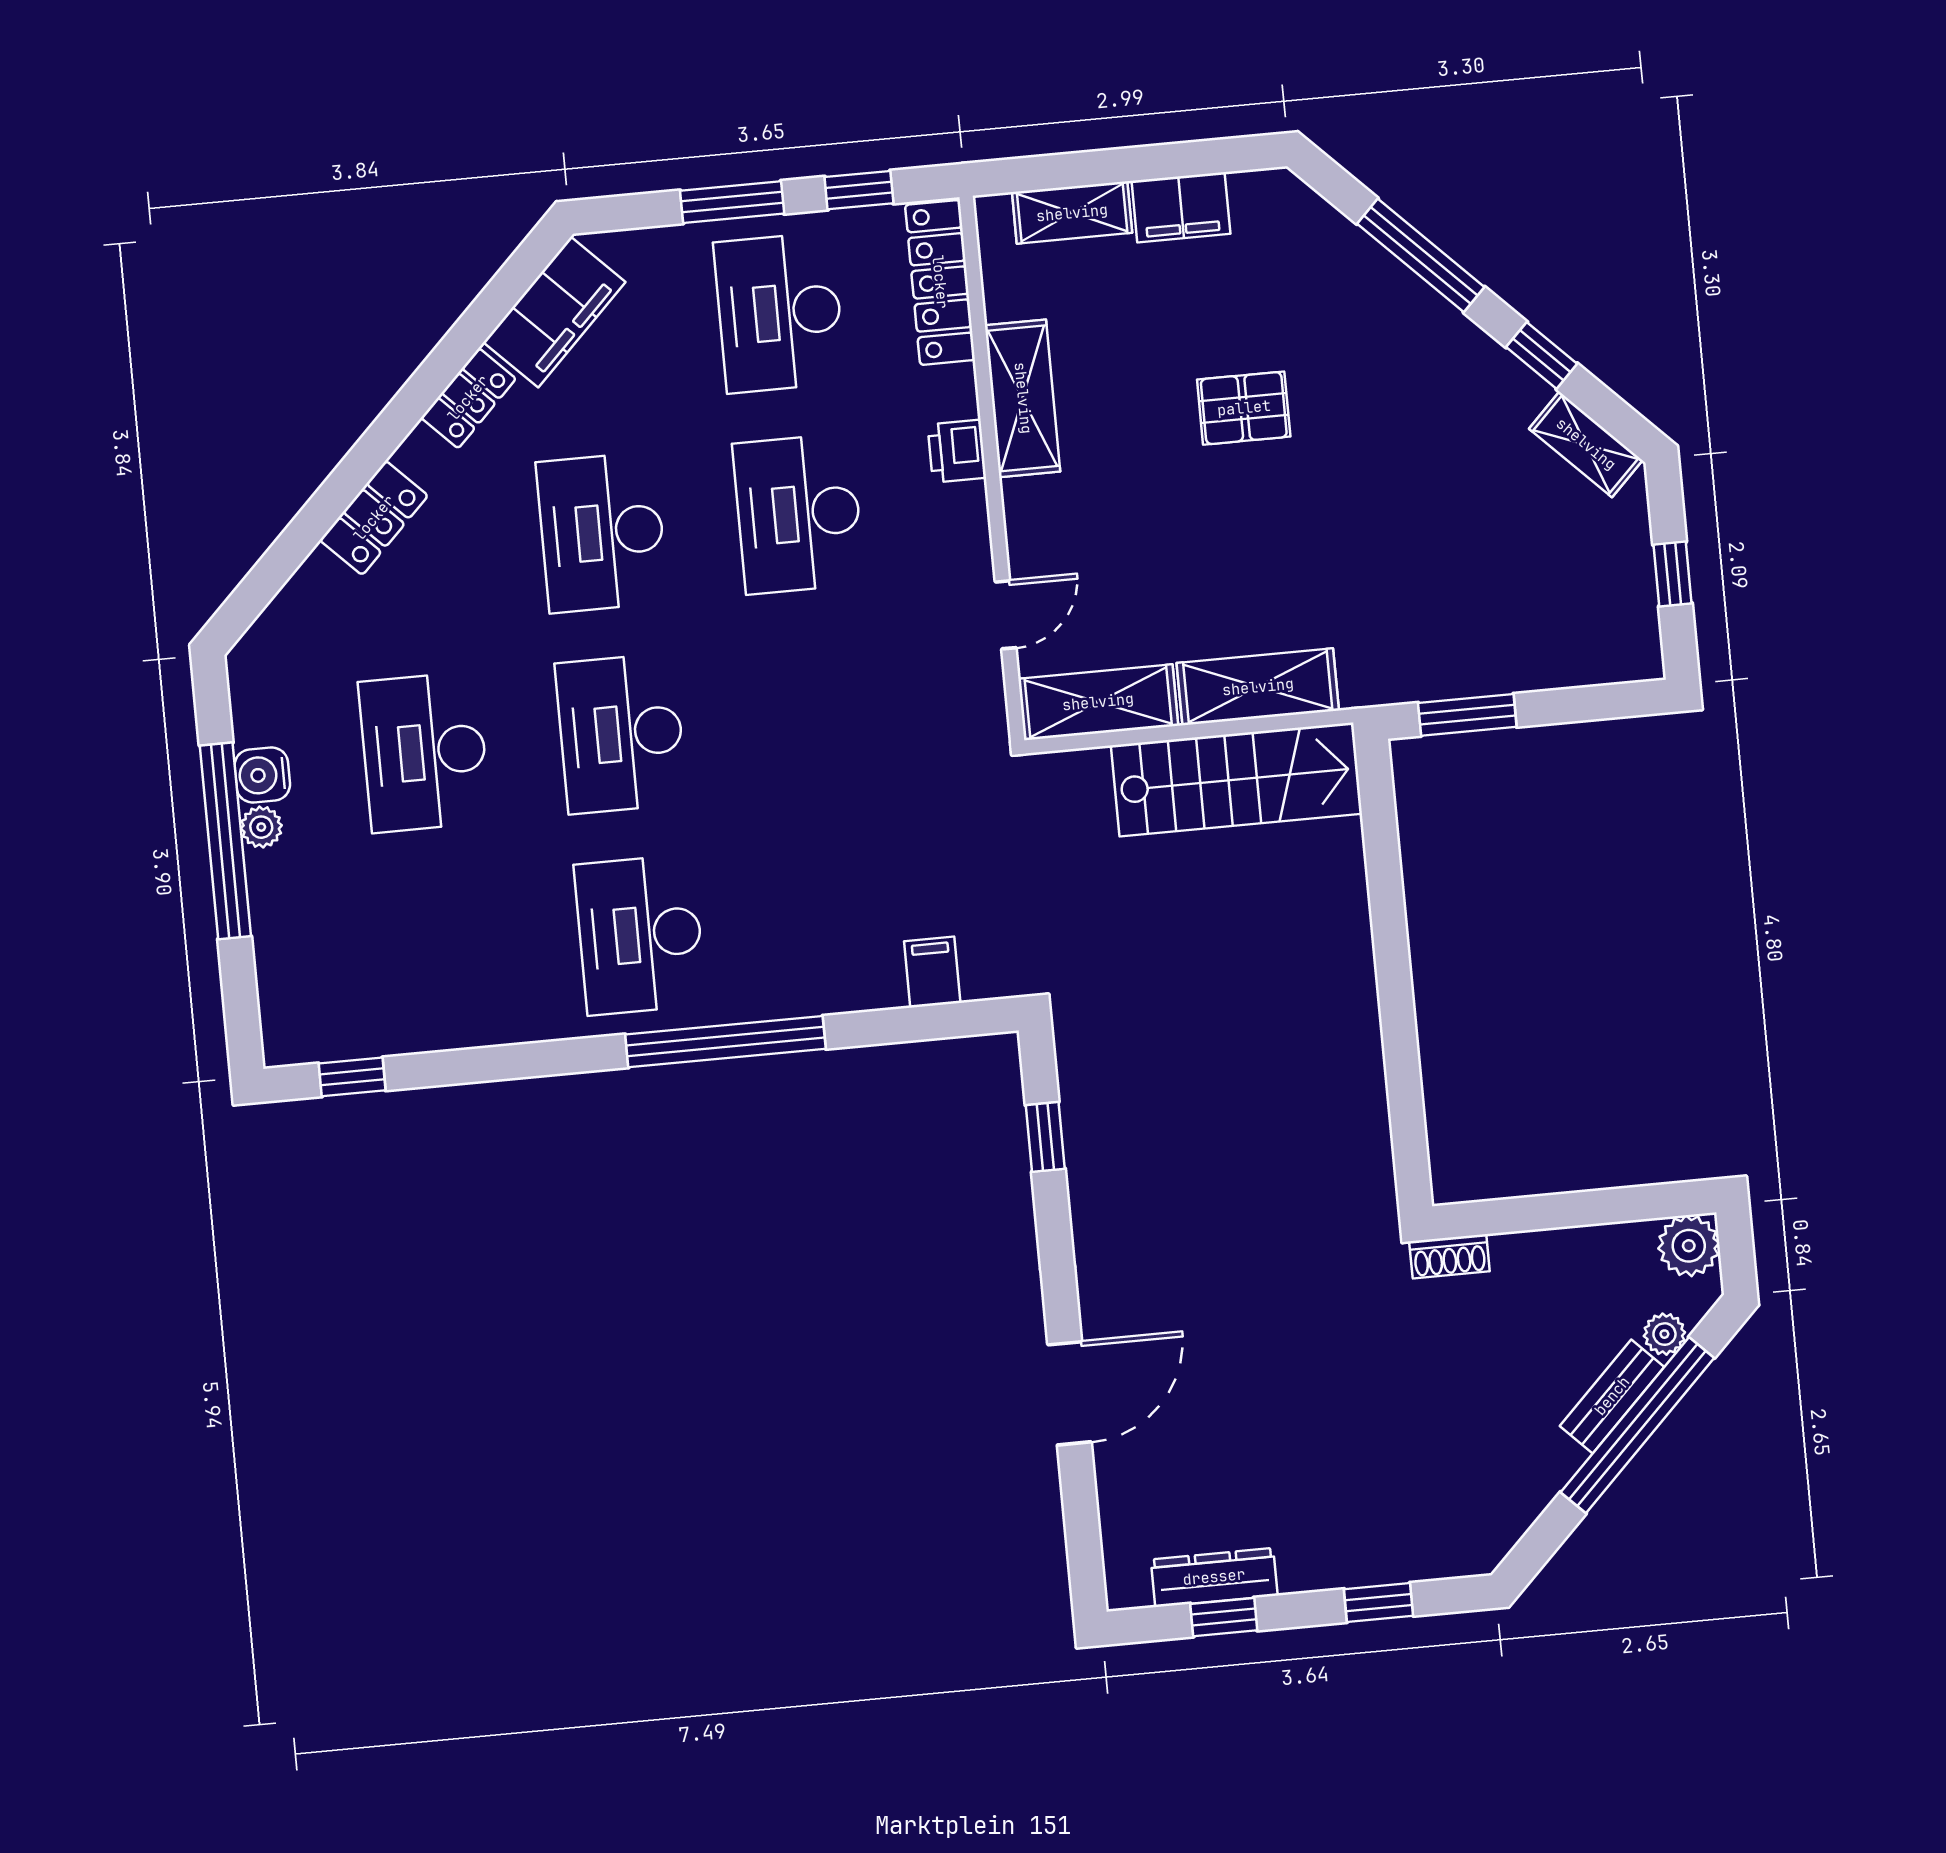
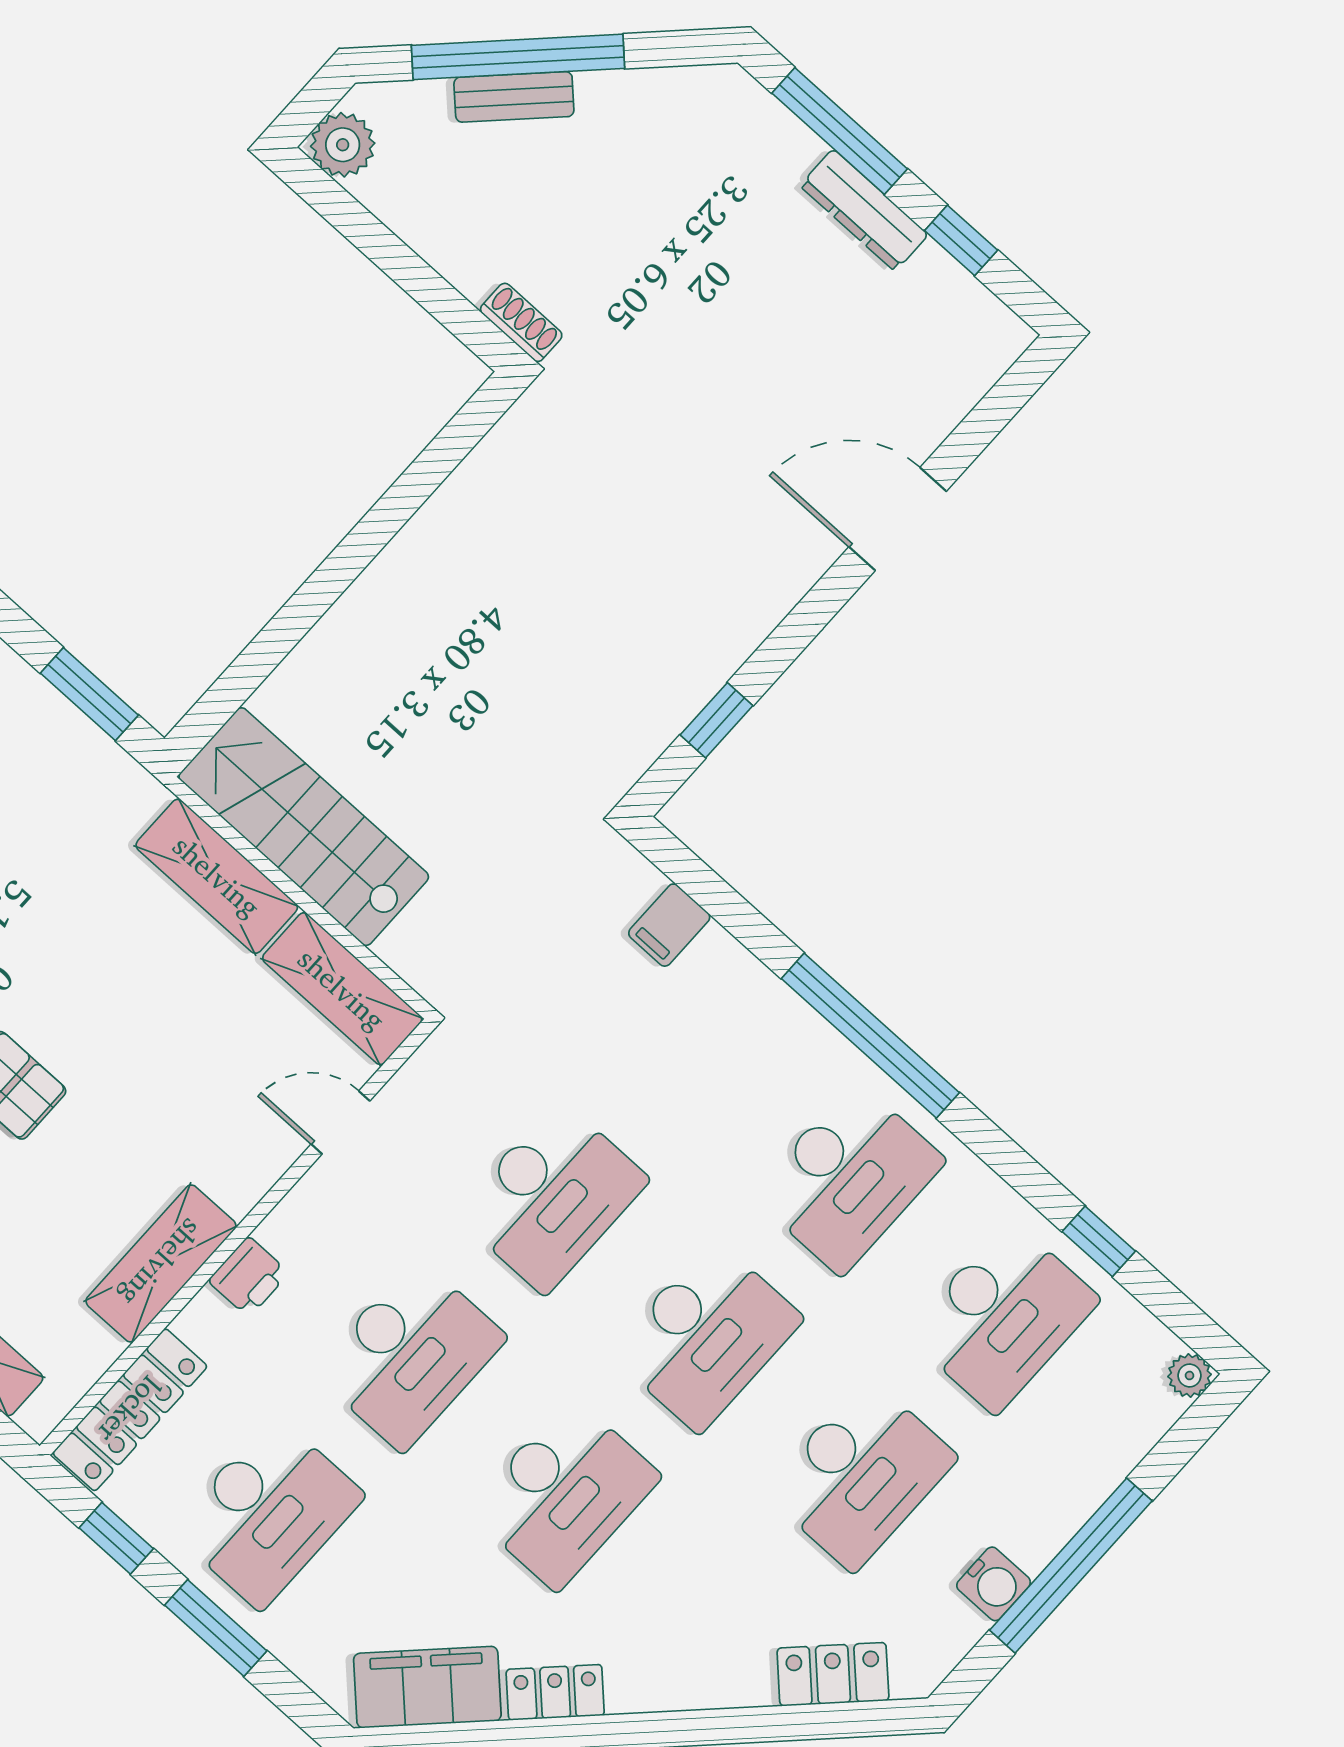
locker: (374, 518) -> (833, 1674), moved
desk: (818, 715) -> (552, 1197), added
plant: (261, 827) -> (1190, 1375), moved
desk: (443, 953) -> (1003, 1317), added
window: (352, 1077) -> (1099, 1241), moved
plant: (1664, 1334) -> (428, 101), removed
dresser: (1214, 1577) -> (864, 210), moved
window: (1379, 1602) -> (840, 131), width x2.17

